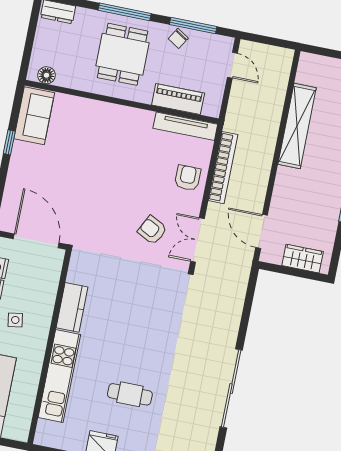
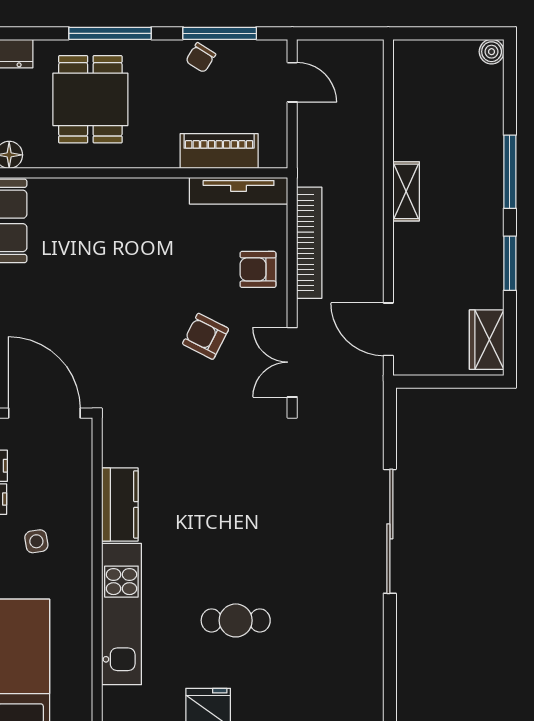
dining table: (123, 54) -> (90, 99), moved
shelving: (297, 126) -> (406, 191), width x0.45, depth x0.75
armchair: (188, 178) -> (258, 269), turned -90
armchair: (152, 230) -> (206, 336), moved
wardrobe: (303, 259) -> (487, 340), moved, turned -90
sliding door: (231, 389) -> (390, 531), moved

